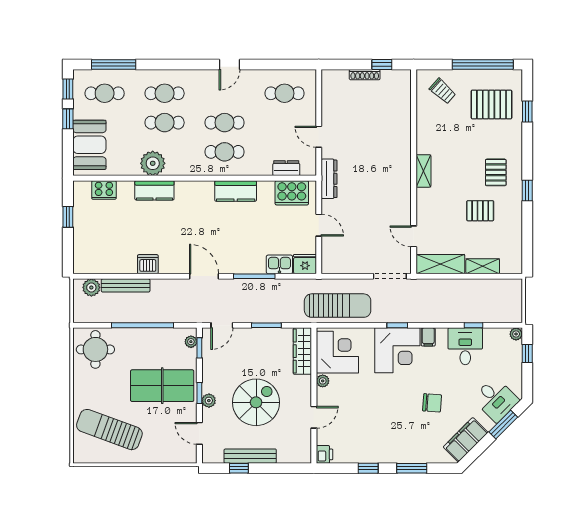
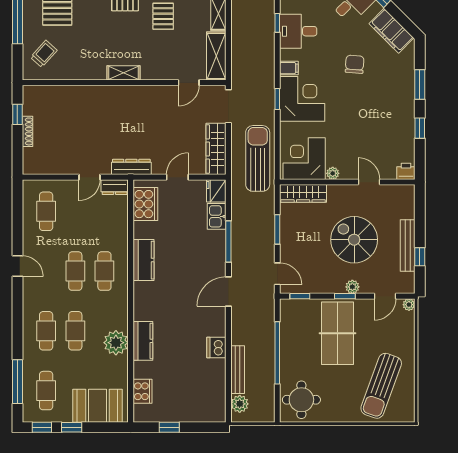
dresser: (286, 168) -> (115, 187), moved, turned -90
wardrobe: (347, 264) -> (216, 149), added
plant: (191, 342) -> (409, 305), moved

